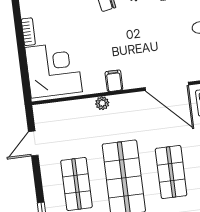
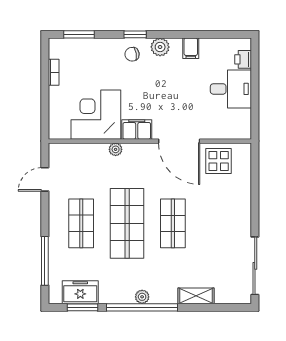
corner desk: (54, 70) -> (96, 115), moved, turned -90
filing cabinet: (114, 81) -> (137, 129), width x2.00

